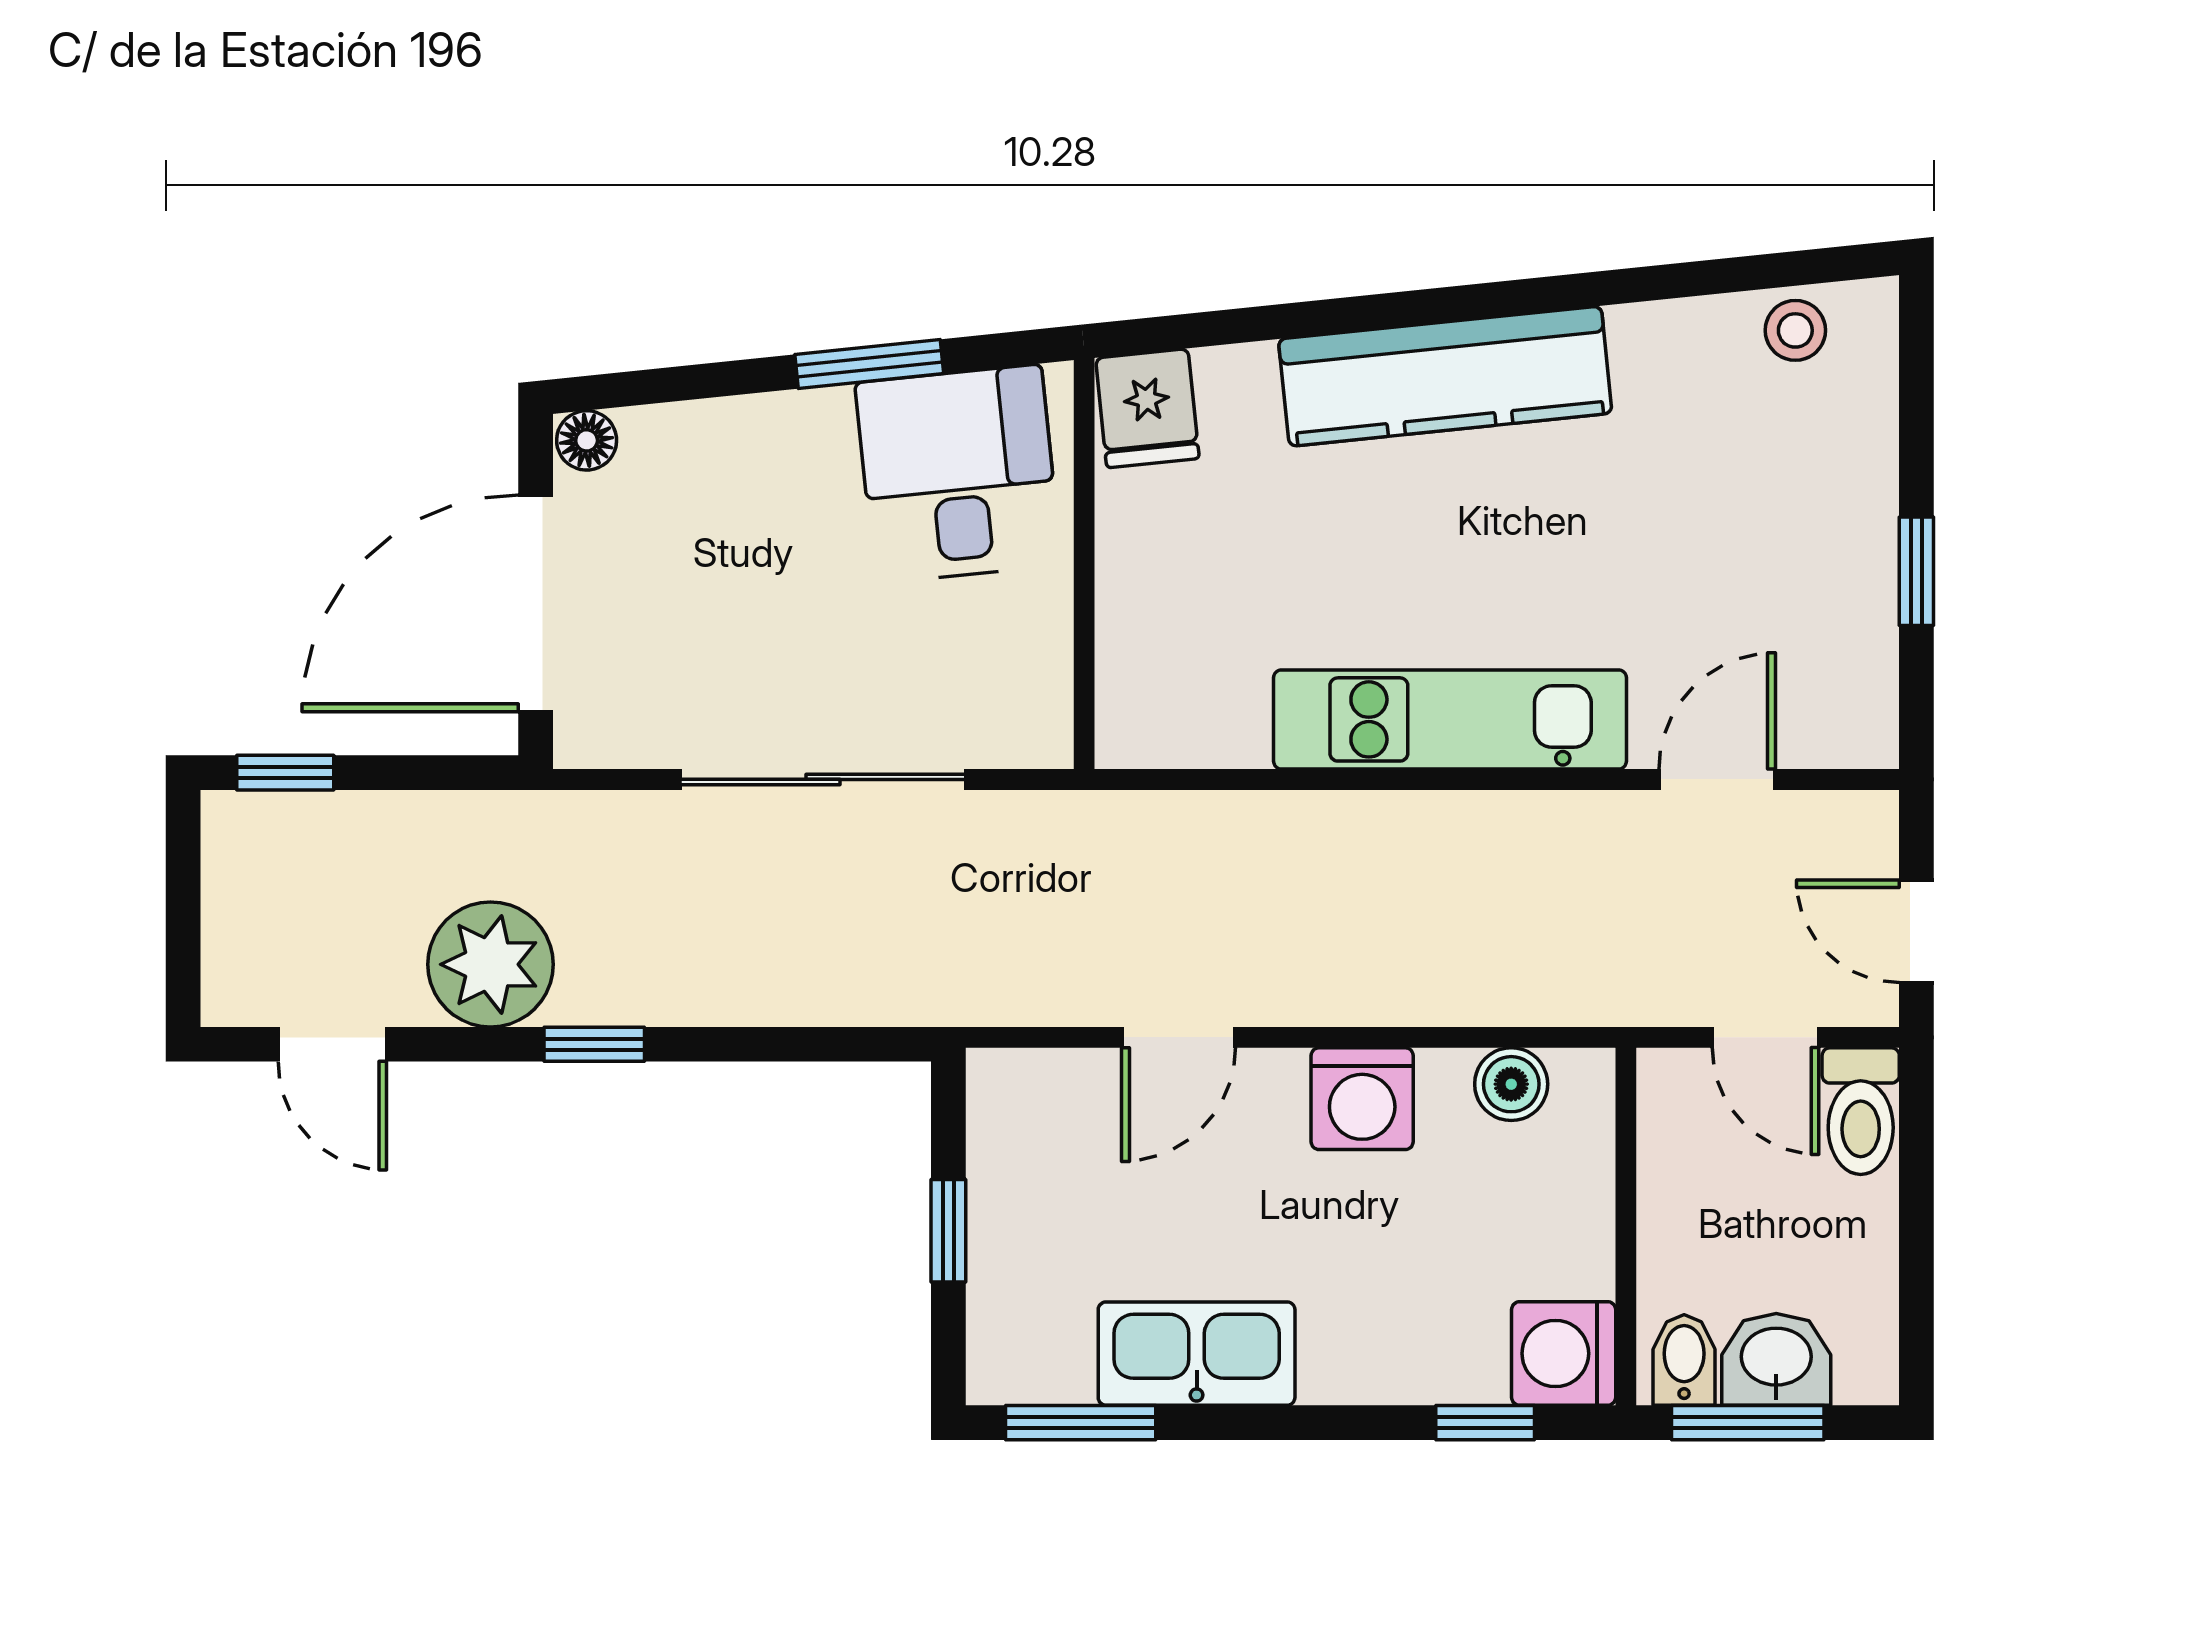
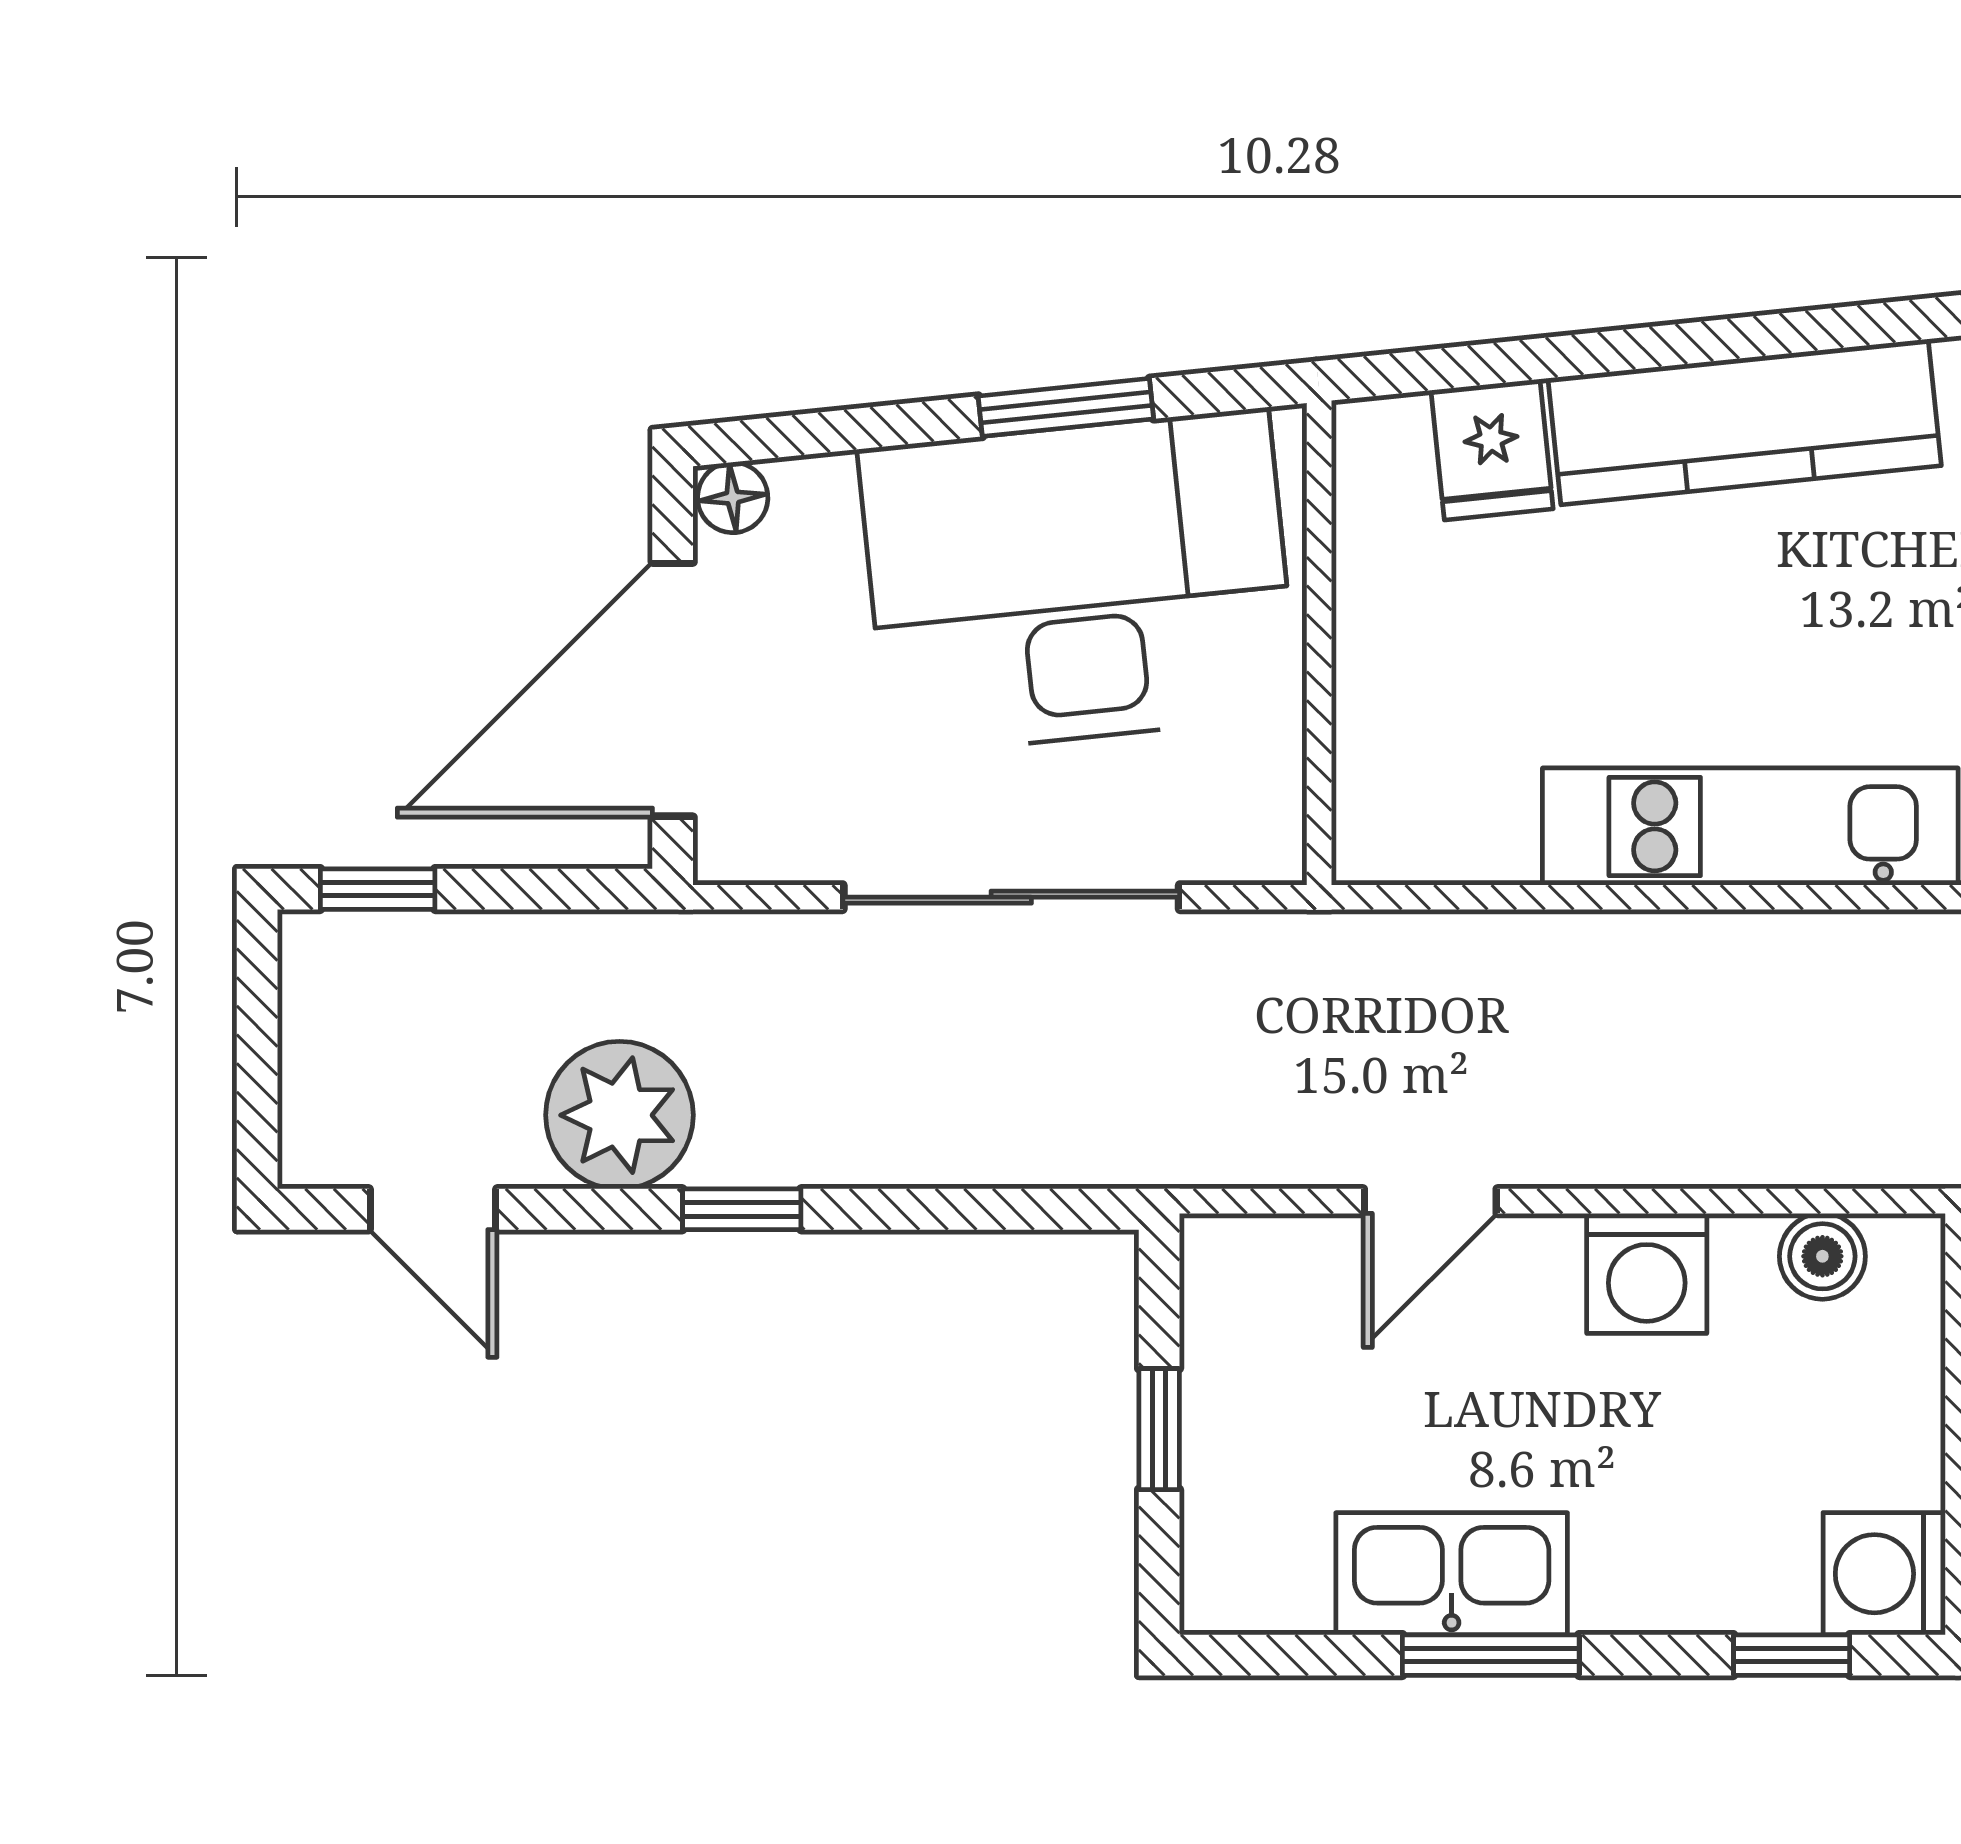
fridge: (1147, 408) -> (1492, 450), moved
desk: (958, 474) -> (1078, 582), width x1.87, depth x1.30
window: (1081, 1423) -> (1491, 1655), moved

